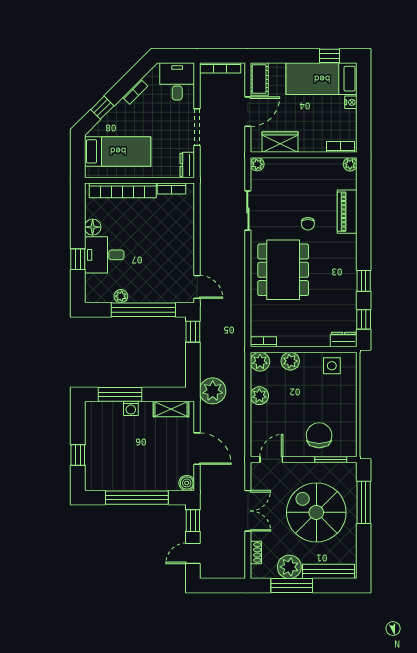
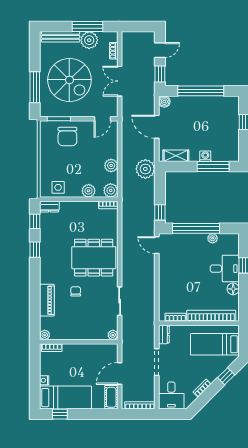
wardrobe: (280, 142) -> (96, 351), removed
dining table: (283, 270) -> (94, 258), turned 90

